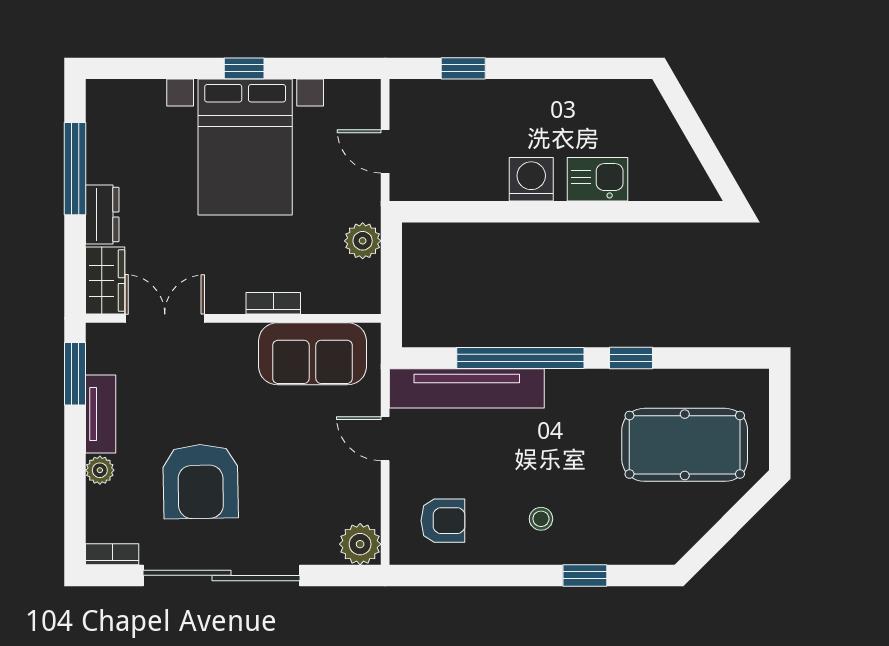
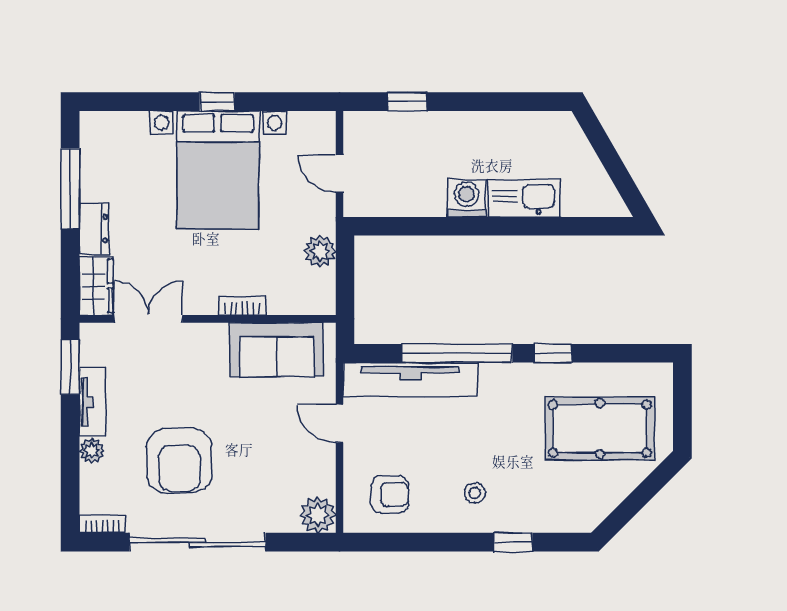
kitchen sink: (598, 179) -> (524, 198), width x1.38

